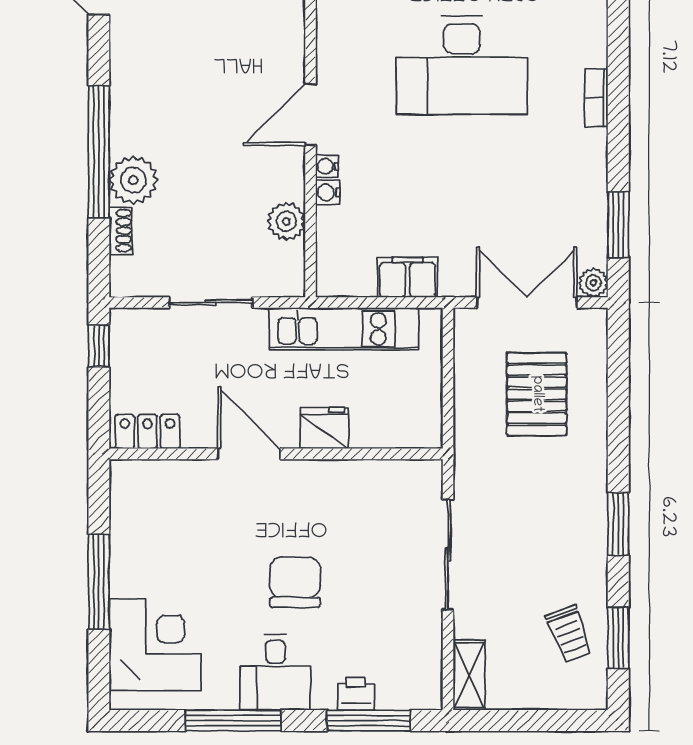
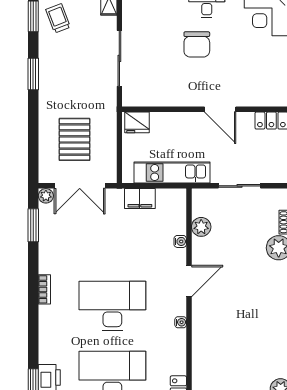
water cooler: (327, 166) -> (181, 322), moved
fridge: (324, 428) -> (137, 122), moved

